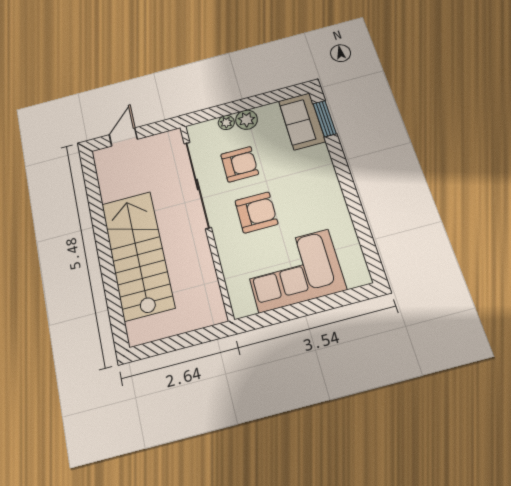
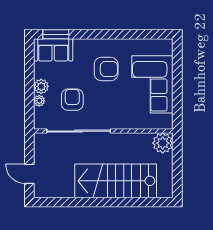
armchair: (256, 212) -> (106, 69), moved, turned 90
plant: (209, 310) -> (163, 143), added

